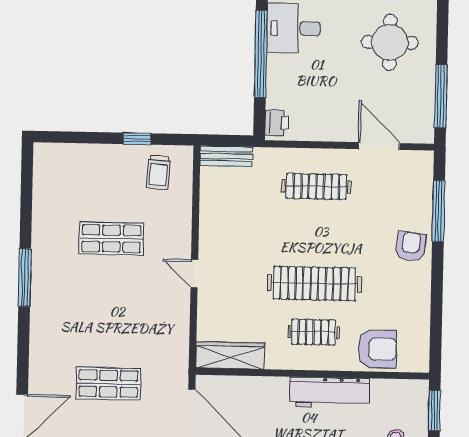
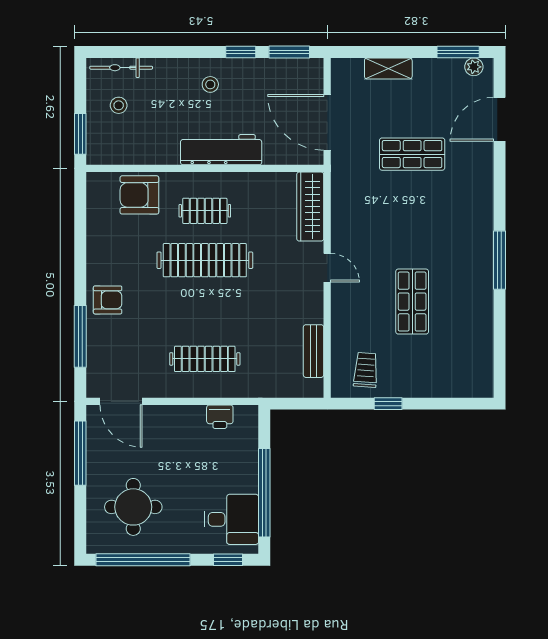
printer: (277, 123) -> (220, 417), moved, turned -90
door: (379, 146) -> (121, 401), moved
bench: (226, 156) -> (313, 351), moved, turned 90
shop shelf: (111, 239) -> (412, 302), turned 90
armchair: (411, 246) -> (108, 300), turned -96
wardrobe: (230, 355) -> (310, 207), moved, turned 90
workbench: (329, 393) -> (221, 150), moved

